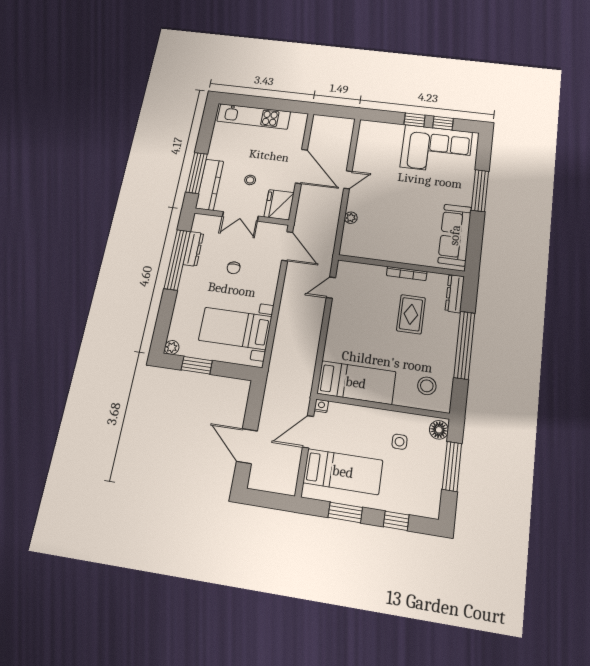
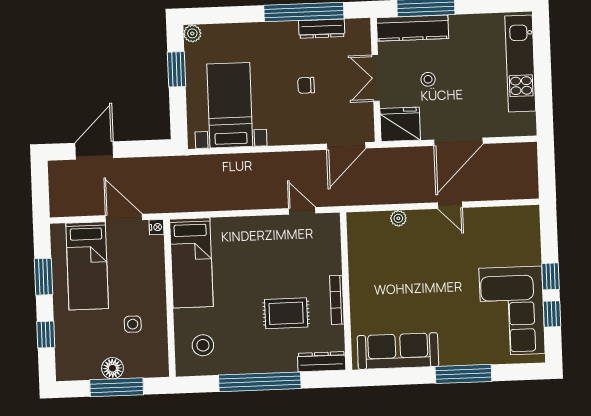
floor lamp: (439, 430) -> (112, 368), moved

